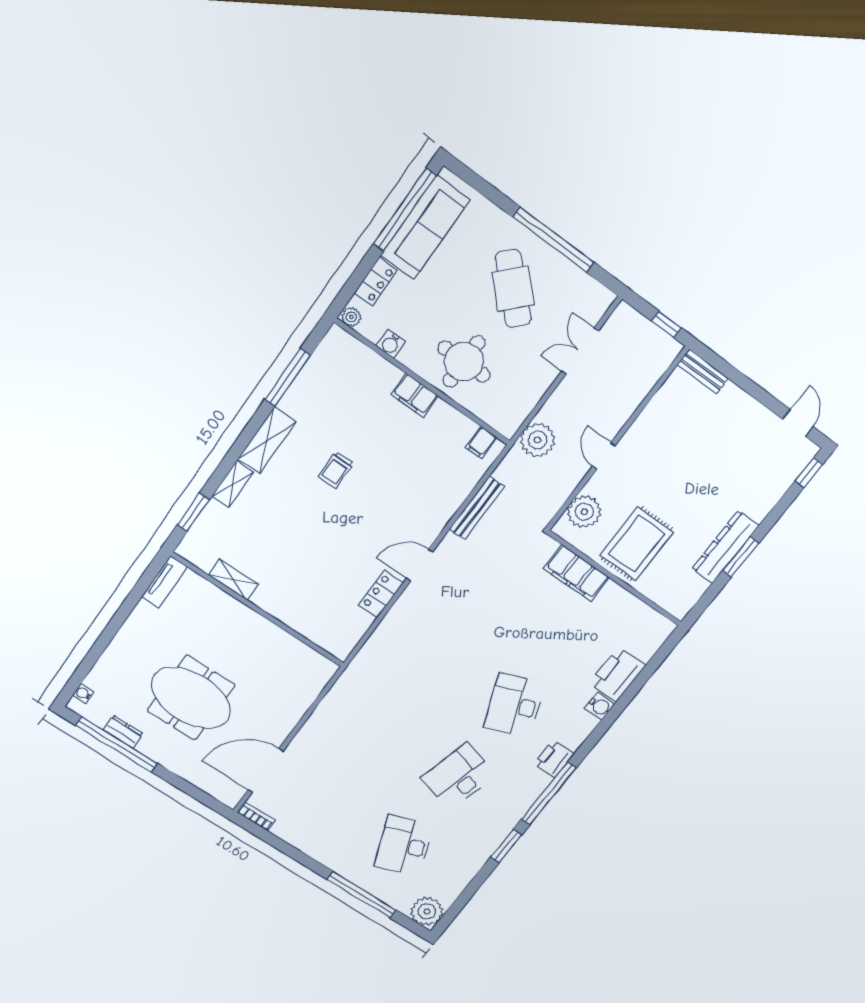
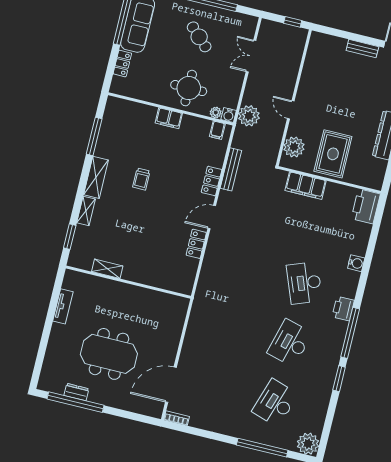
cafe table: (513, 289) -> (199, 37), width x0.73, depth x0.74
plant: (351, 317) -> (216, 113), moved
water cooler: (391, 344) -> (229, 115), moved
bench: (703, 372) -> (362, 49), moved
locker: (441, 513) -> (212, 181), added
tv unit: (164, 582) -> (63, 306), moved
printer: (617, 675) -> (366, 206), moved
water cooler: (83, 694) -> (45, 376), removed
desk: (404, 845) -> (275, 403), turned 39

